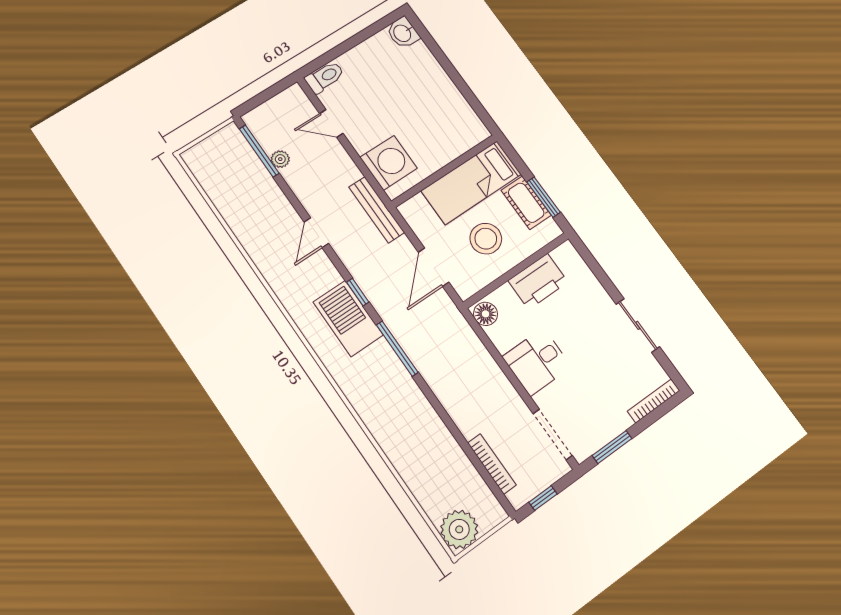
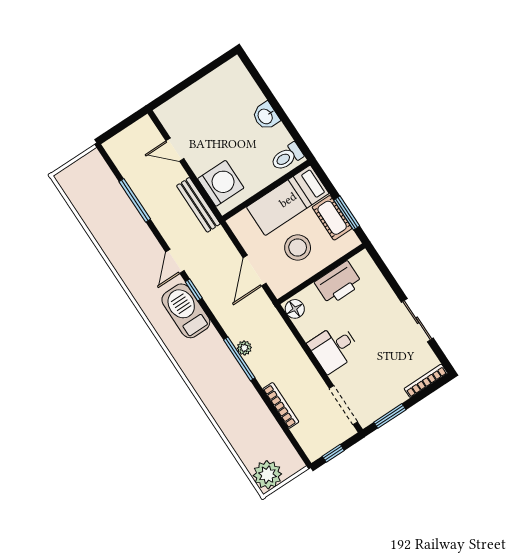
washbasin: (403, 33) -> (266, 116), moved
toilet: (325, 77) -> (287, 157), moved, turned 180
window: (259, 151) -> (135, 200), moved
plant: (280, 159) -> (244, 348), moved
bench: (377, 210) -> (198, 205), moved
door: (316, 233) -> (175, 261), moved
window: (397, 349) -> (239, 359), moved
bookcase: (492, 464) -> (281, 405), moved

